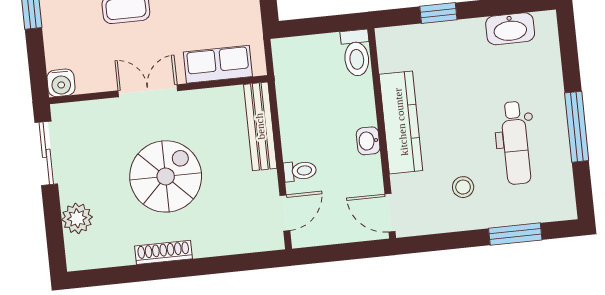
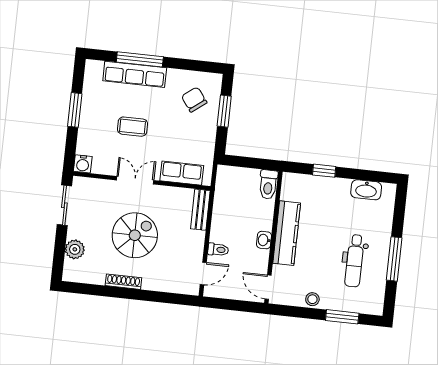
bench: (260, 126) -> (200, 210), width x0.73
stool: (463, 187) -> (312, 299), moved

